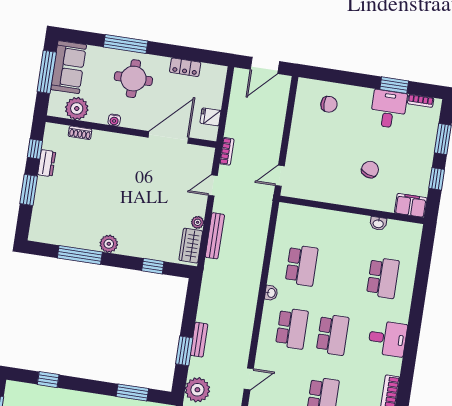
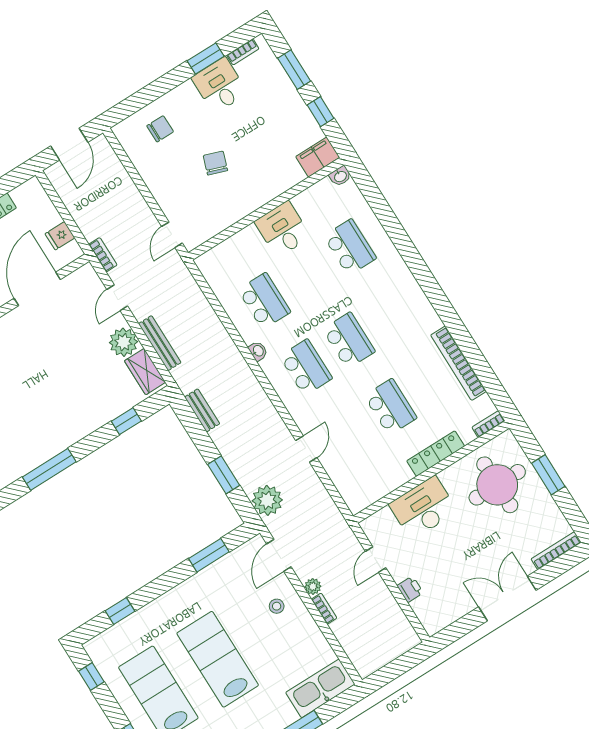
chair: (370, 170) -> (215, 163), moved
plant: (198, 222) -> (123, 342), width x1.88, depth x1.88
washbasin: (378, 223) -> (340, 176), moved
plant: (109, 244) -> (67, 436), removed
desk: (387, 338) -> (283, 229), moved, turned -90
bench: (199, 340) -> (202, 410), moved

